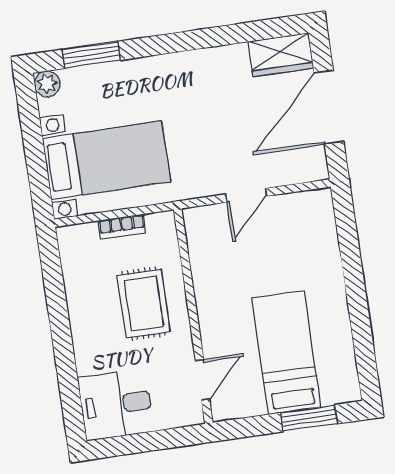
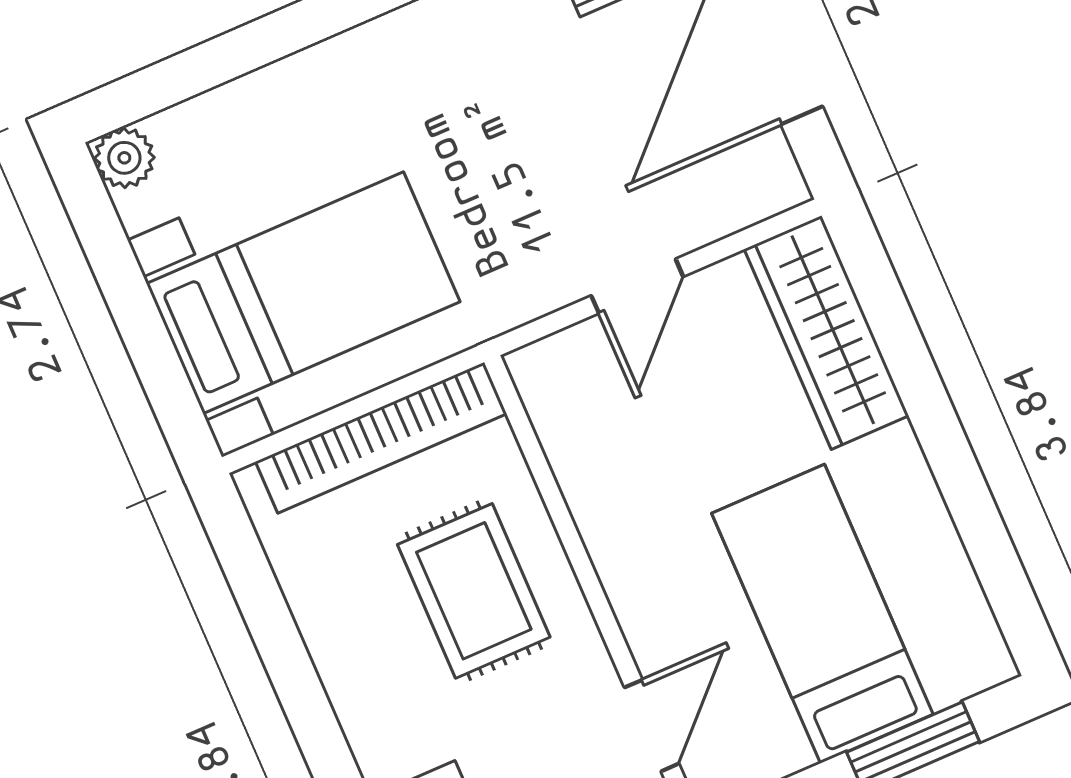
window: (91, 55) -> (206, 66), removed
bookcase: (122, 226) -> (381, 438), width x2.31, depth x1.31
wardrobe: (320, 236) -> (826, 332), added

